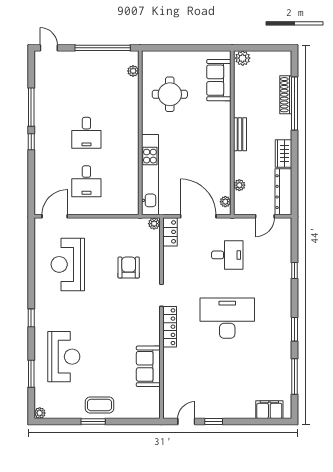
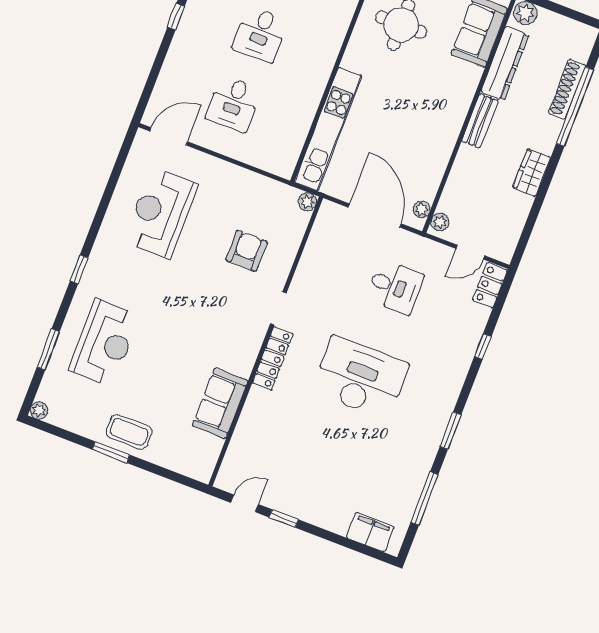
plant: (239, 185) -> (440, 222), moved
dresser: (283, 192) -> (505, 63), moved, turned 180
locker: (170, 232) -> (490, 285), moved, turned 180

